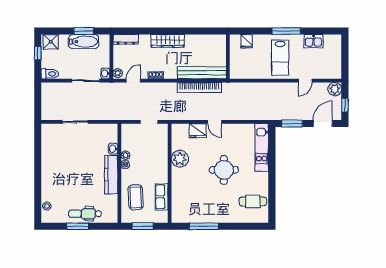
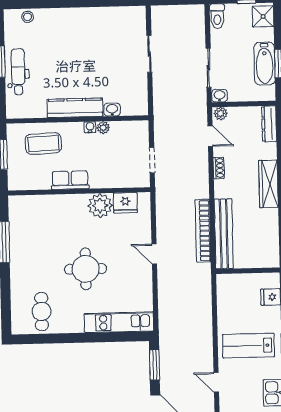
door: (215, 122) -> (154, 254), hinge flipped
fridge: (198, 131) -> (125, 203), moved, turned -90
row of seats: (162, 197) -> (70, 180), moved

